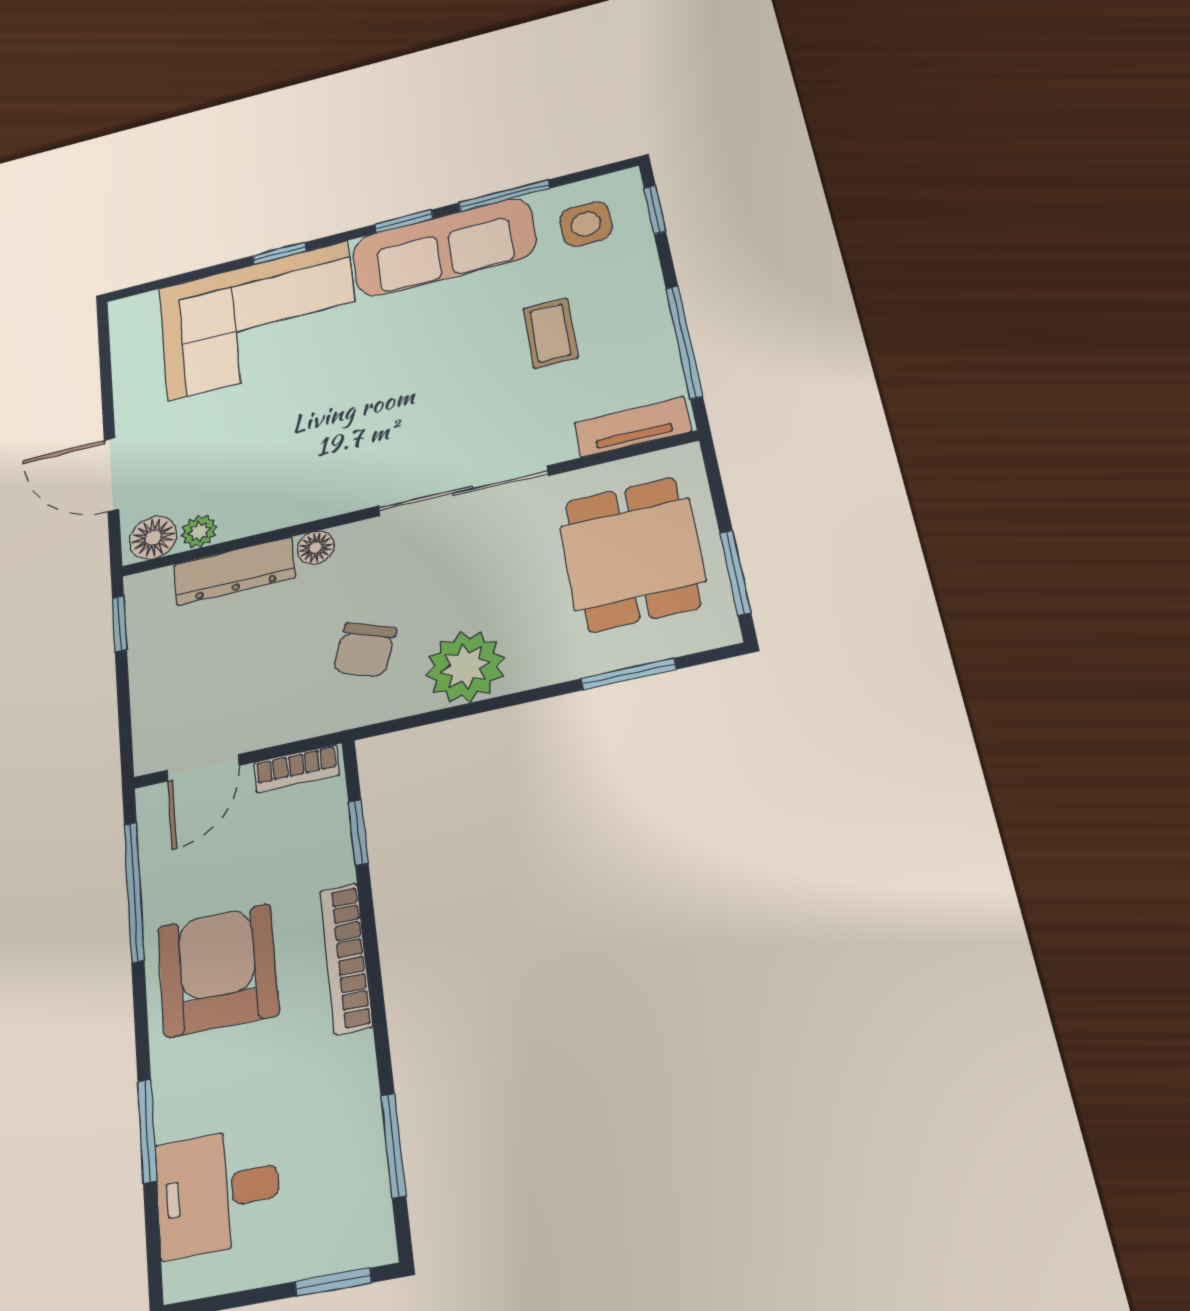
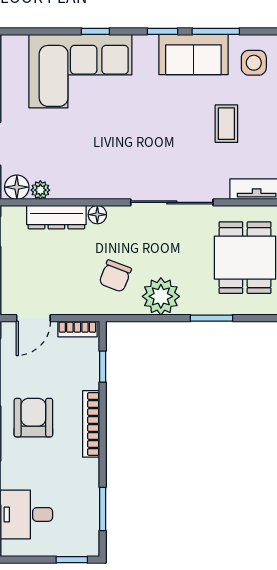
sofa: (444, 247) -> (193, 54), width x0.73
window: (629, 674) -> (212, 318), moved
armchair: (218, 970) -> (33, 418), width x0.73, depth x0.73

